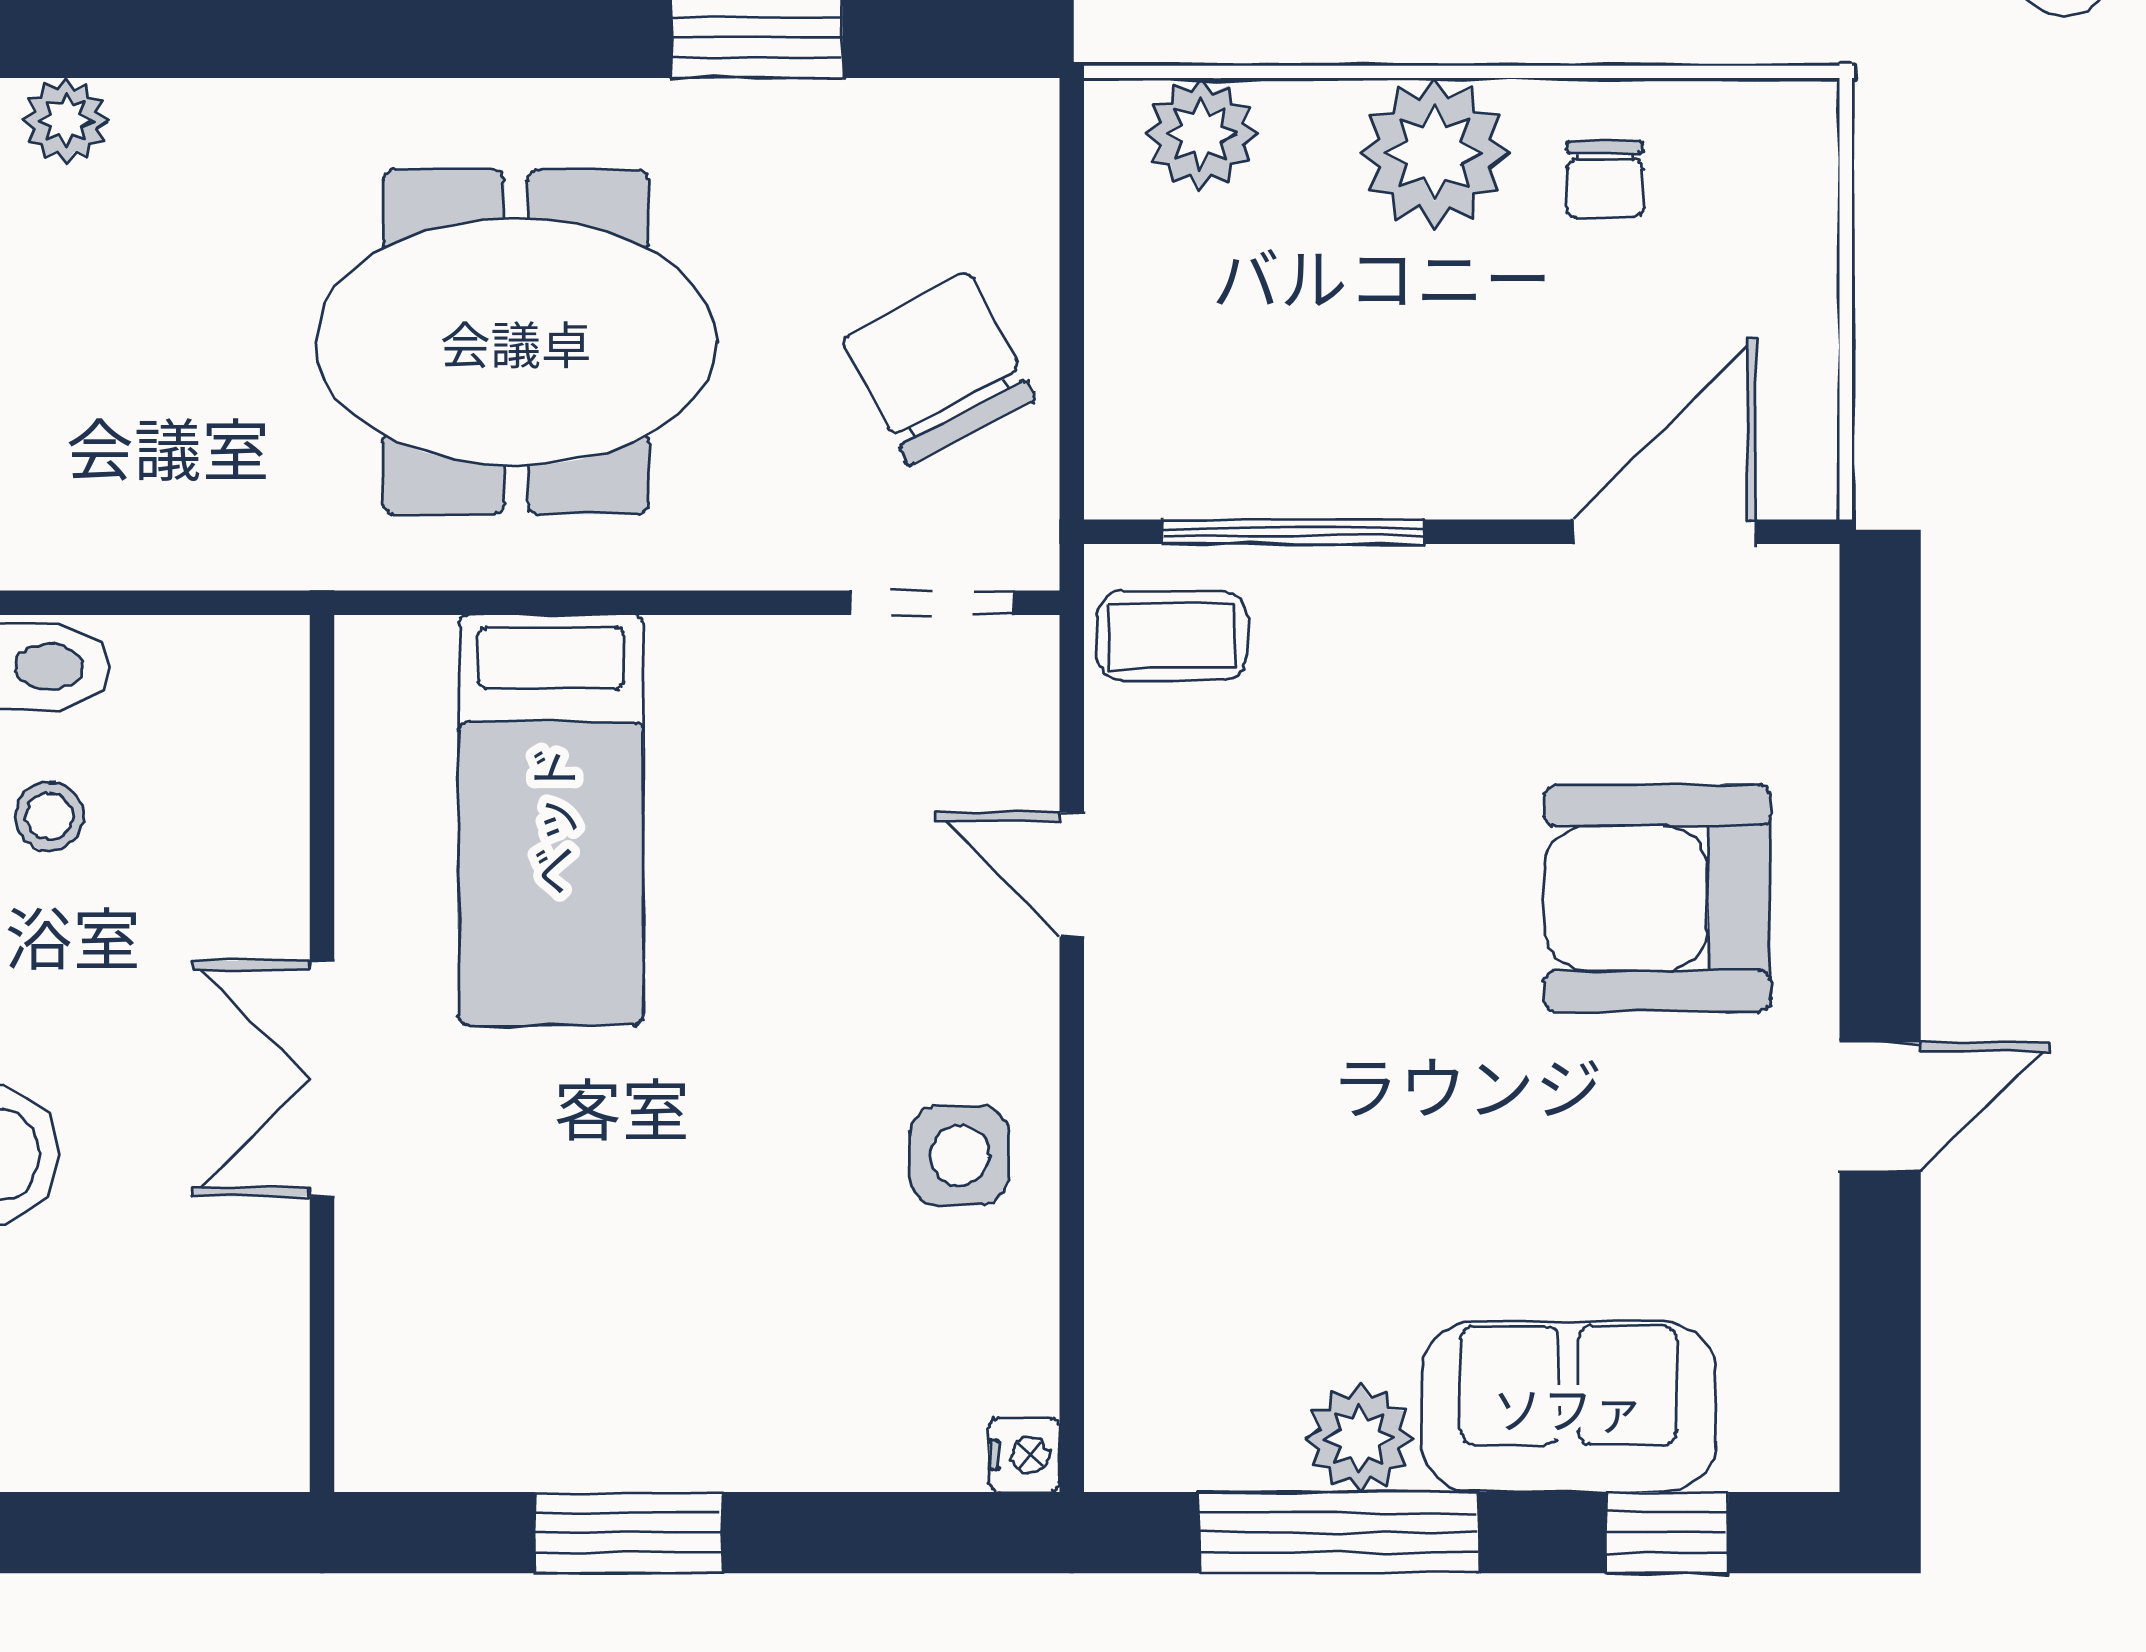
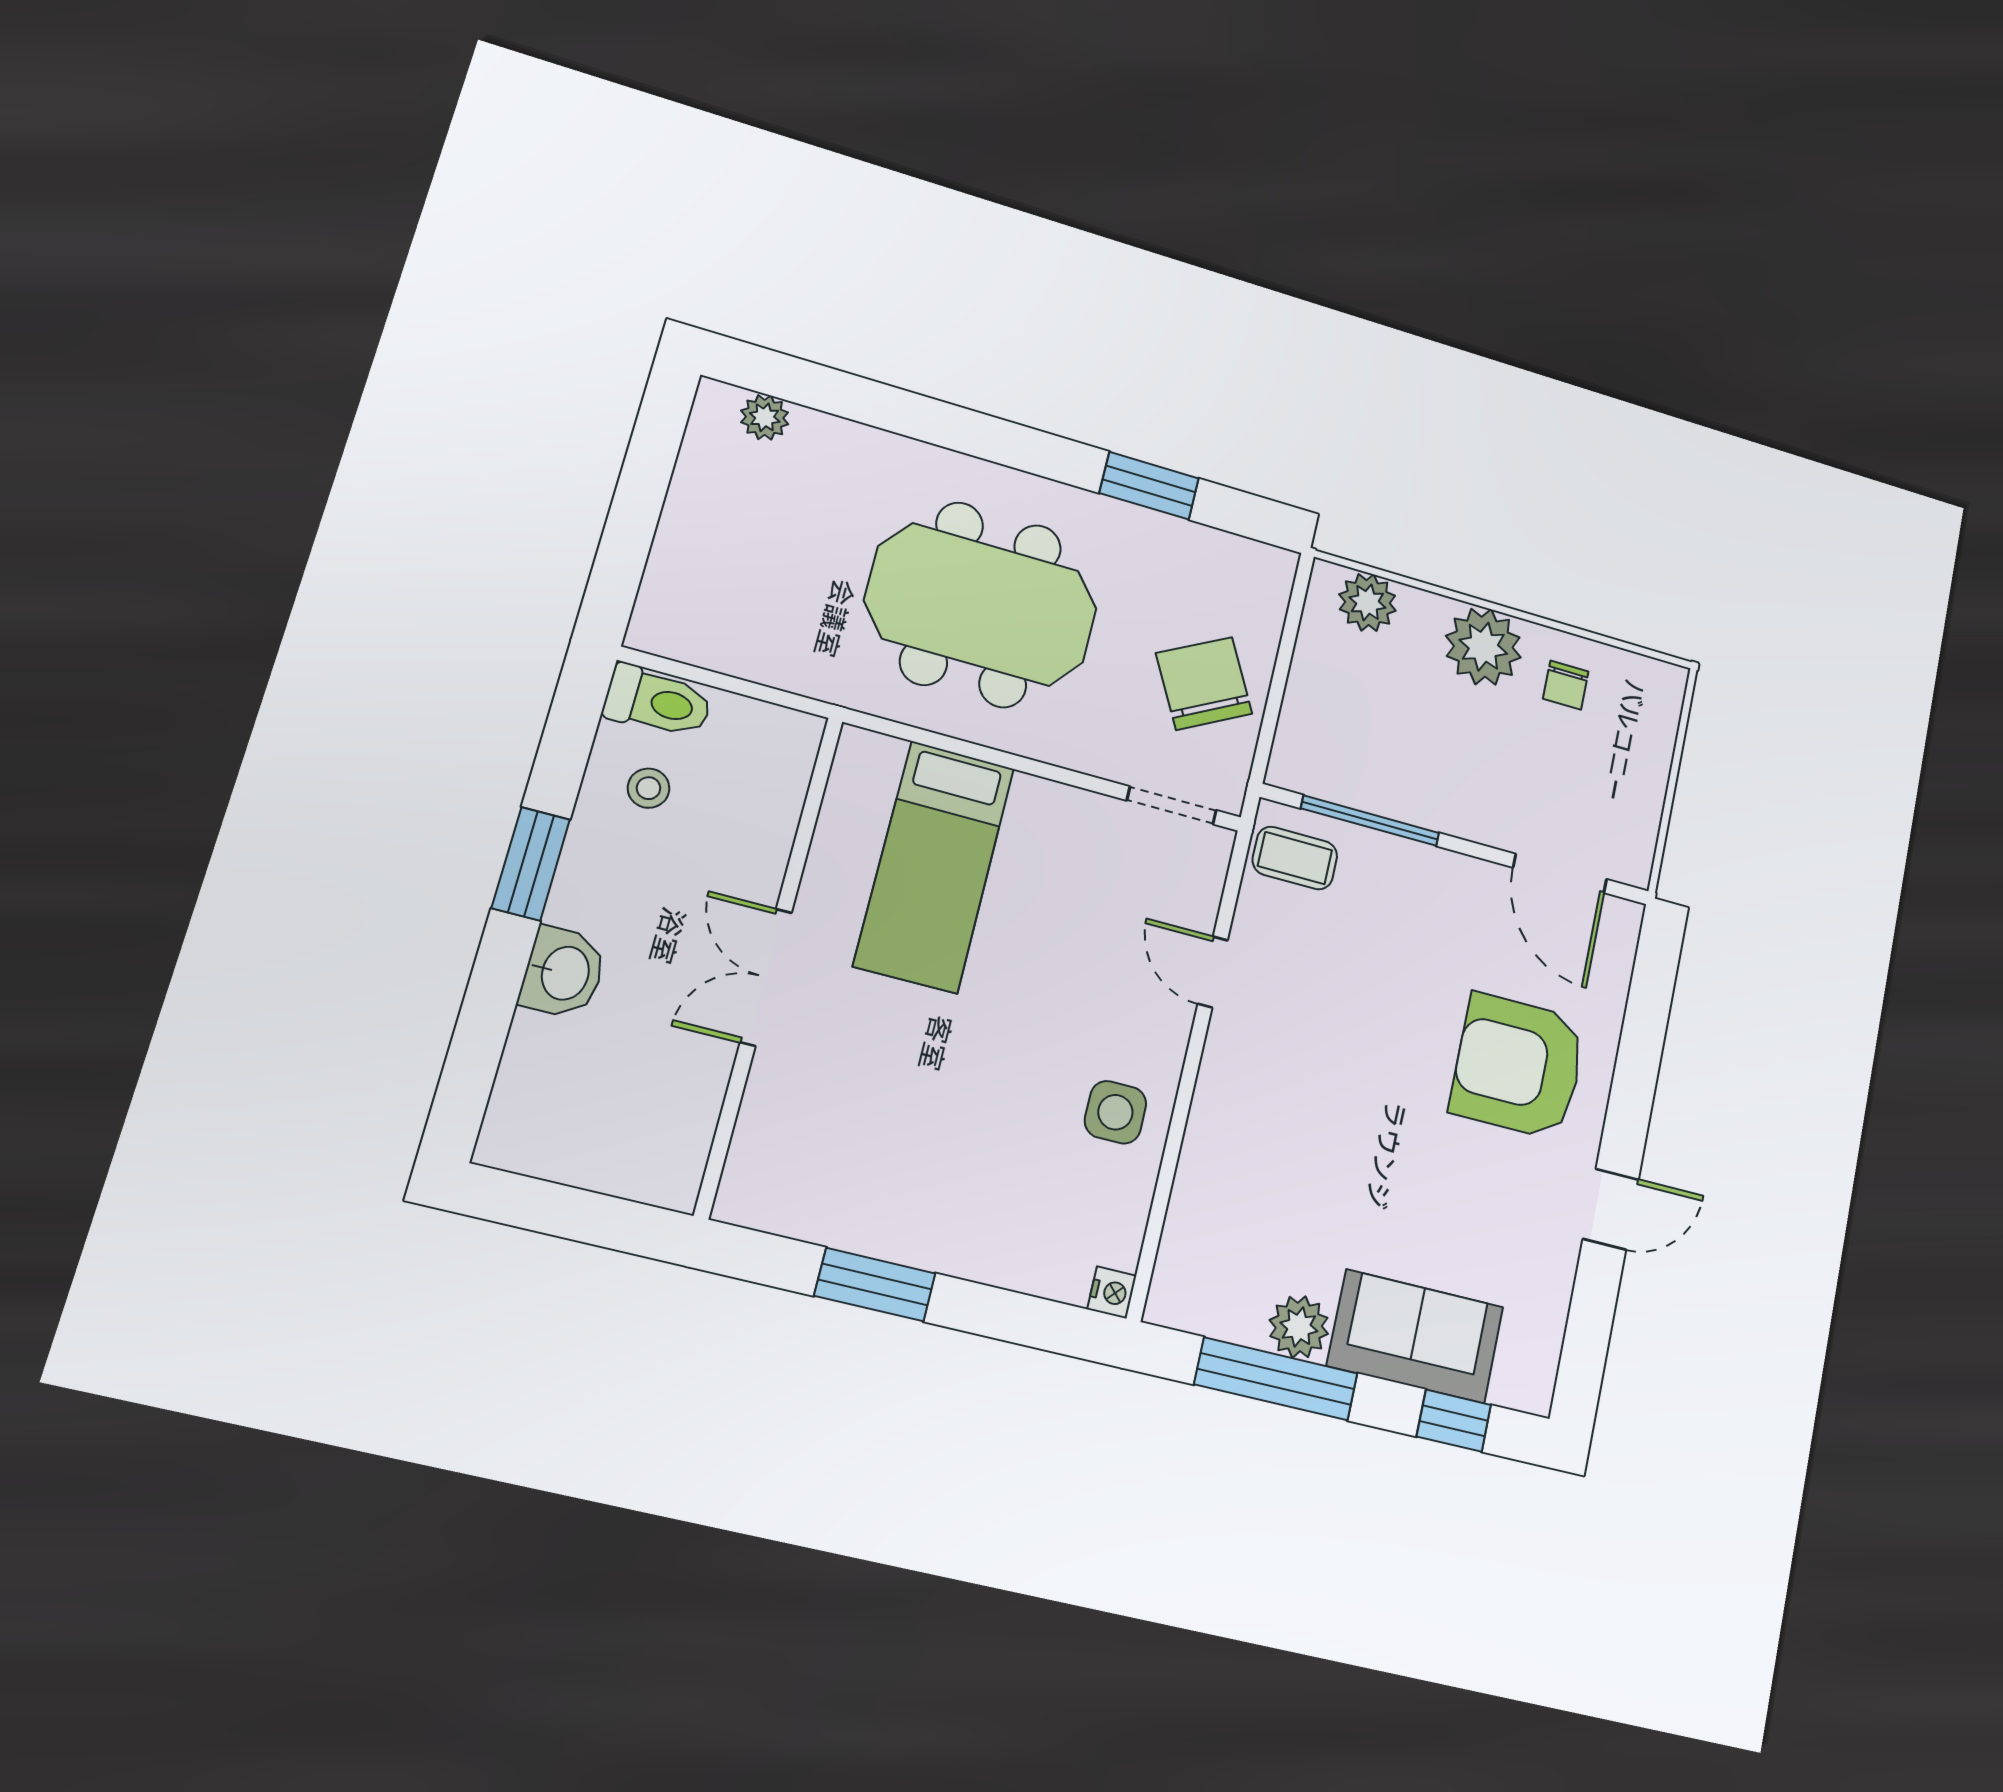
door: (1665, 532) -> (1560, 873), swing flipped

